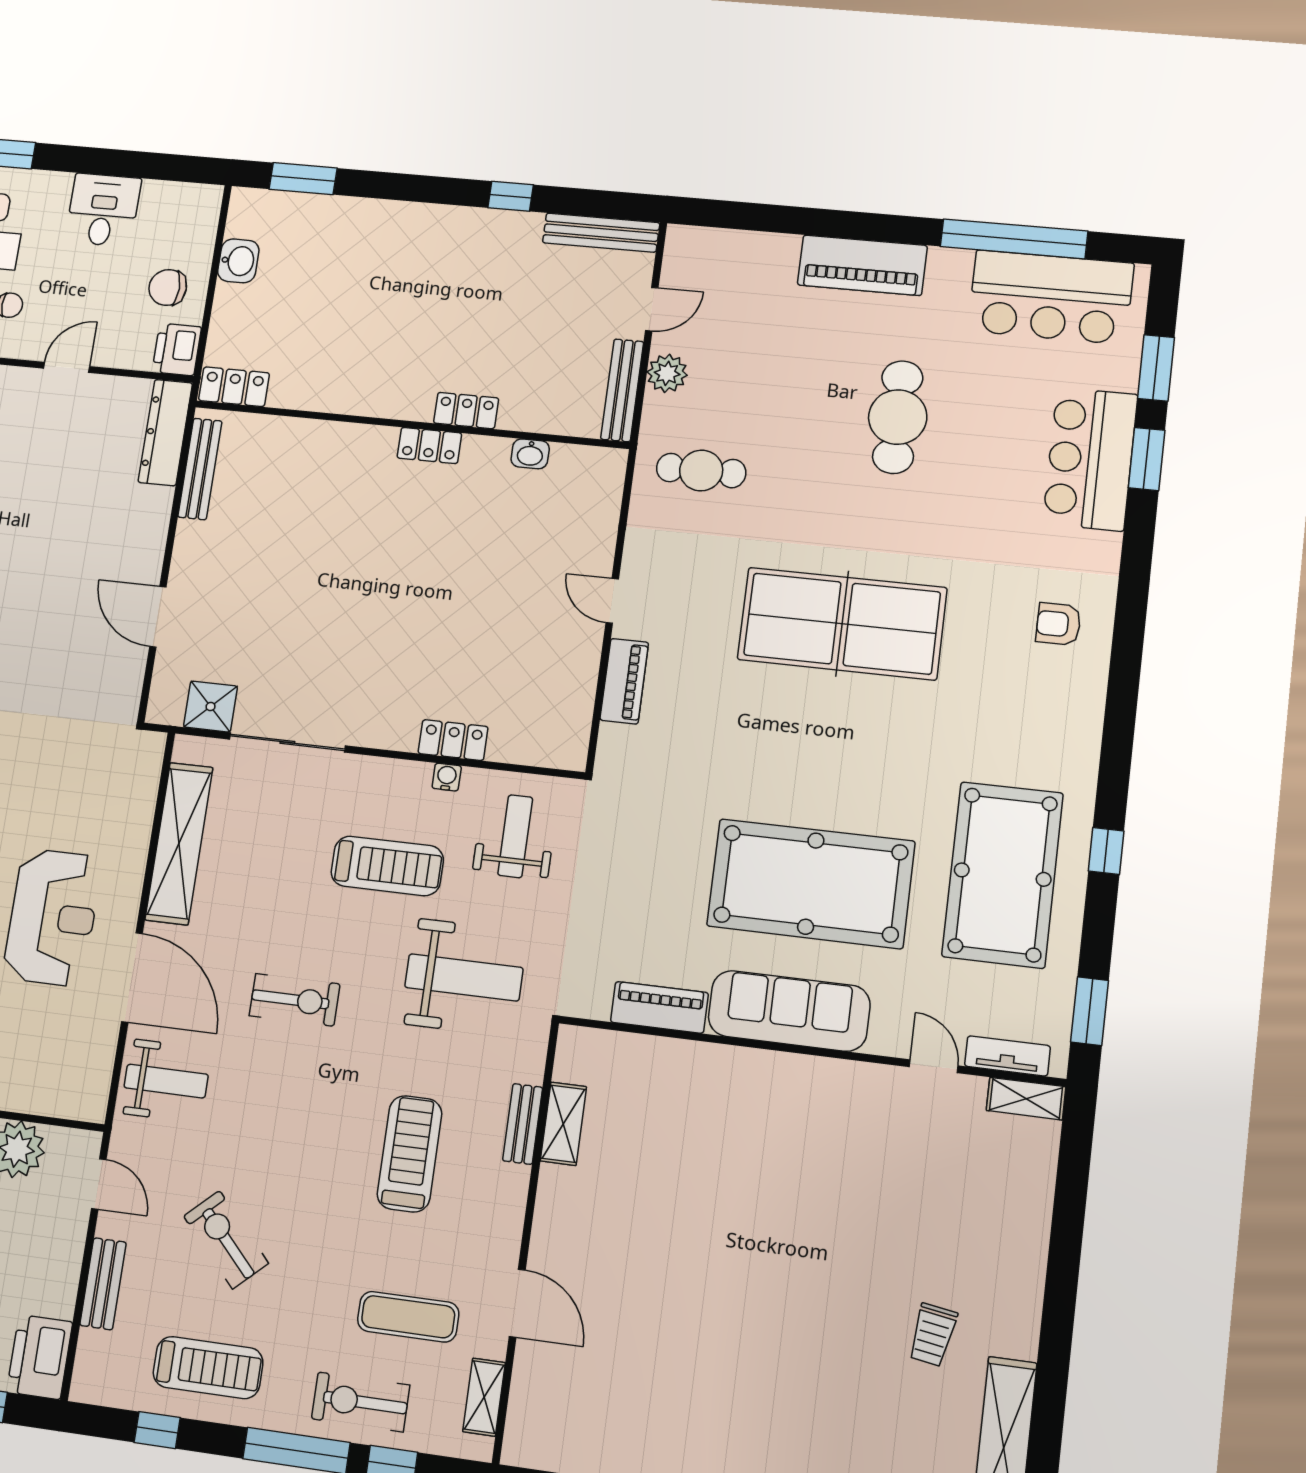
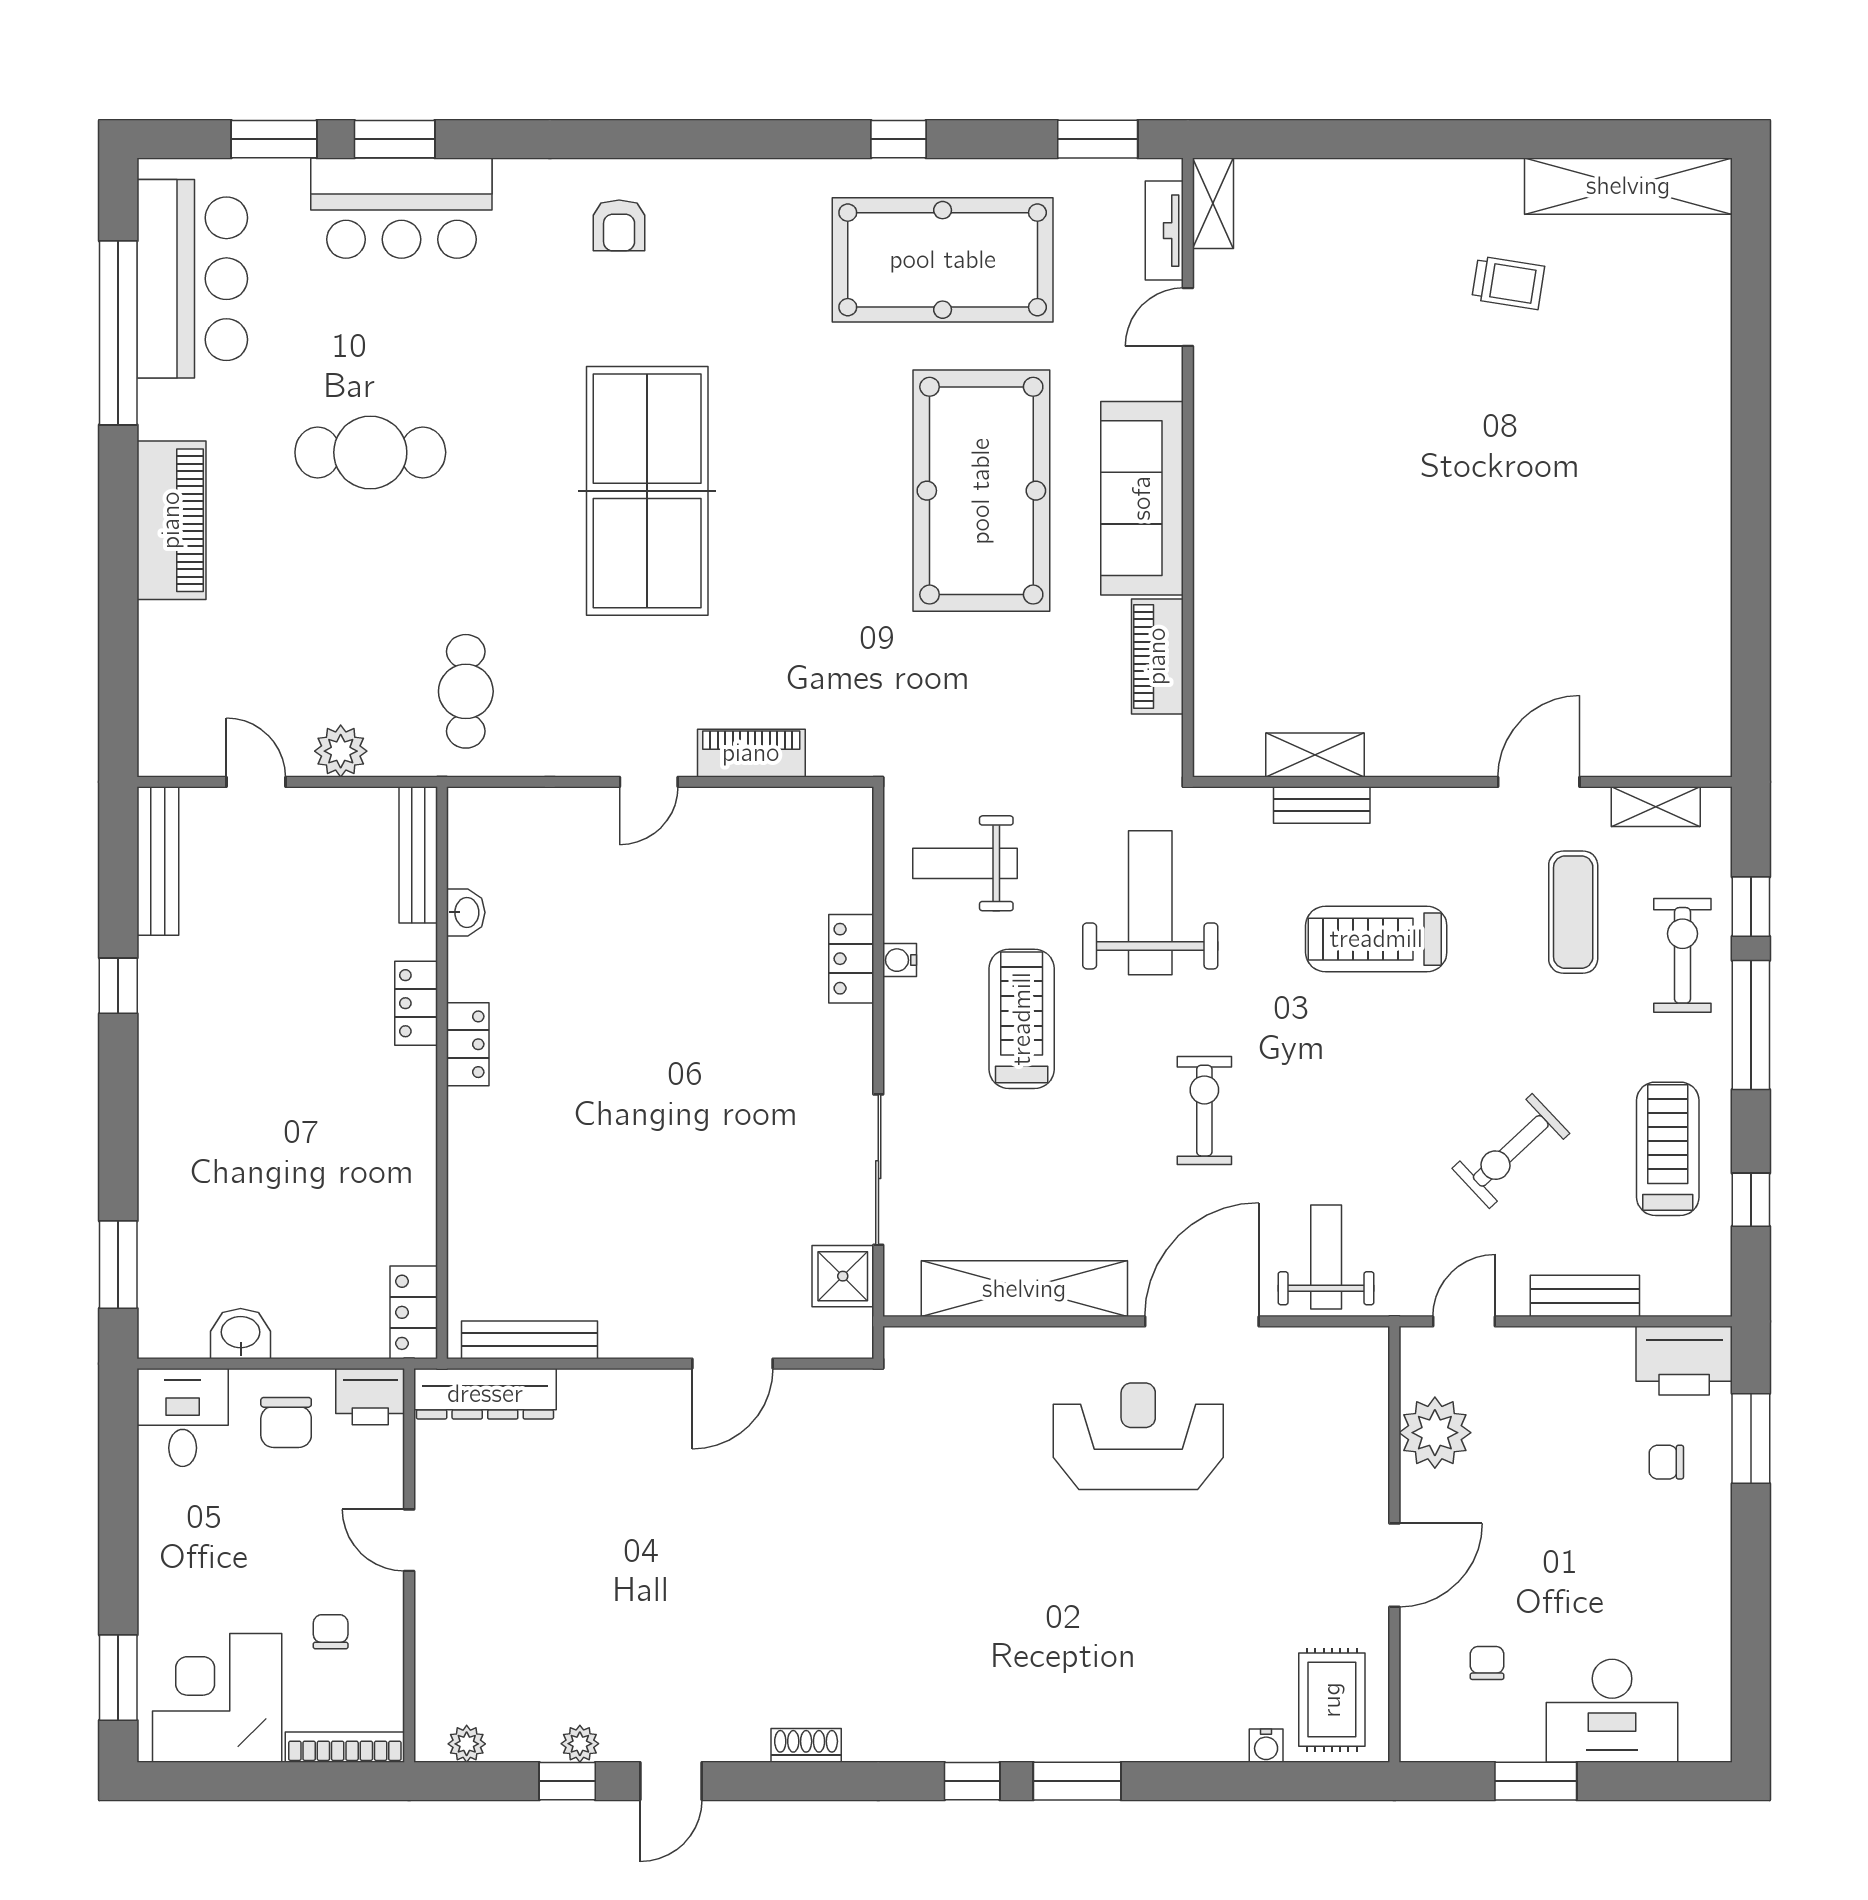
desk: (103, 210) -> (183, 1417), moved, turned 90
bench: (622, 390) -> (418, 855), moved, turned 90
exercise bike: (361, 1402) -> (1682, 955), turned 180

